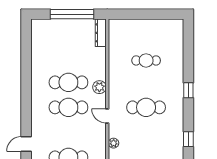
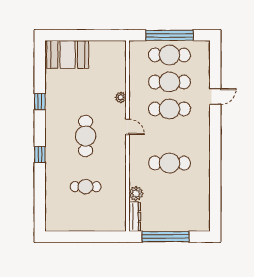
plant: (99, 87) -> (136, 193), moved
cafe table: (68, 107) -> (169, 109), moved
cafe table: (146, 107) -> (86, 136), turned 90

